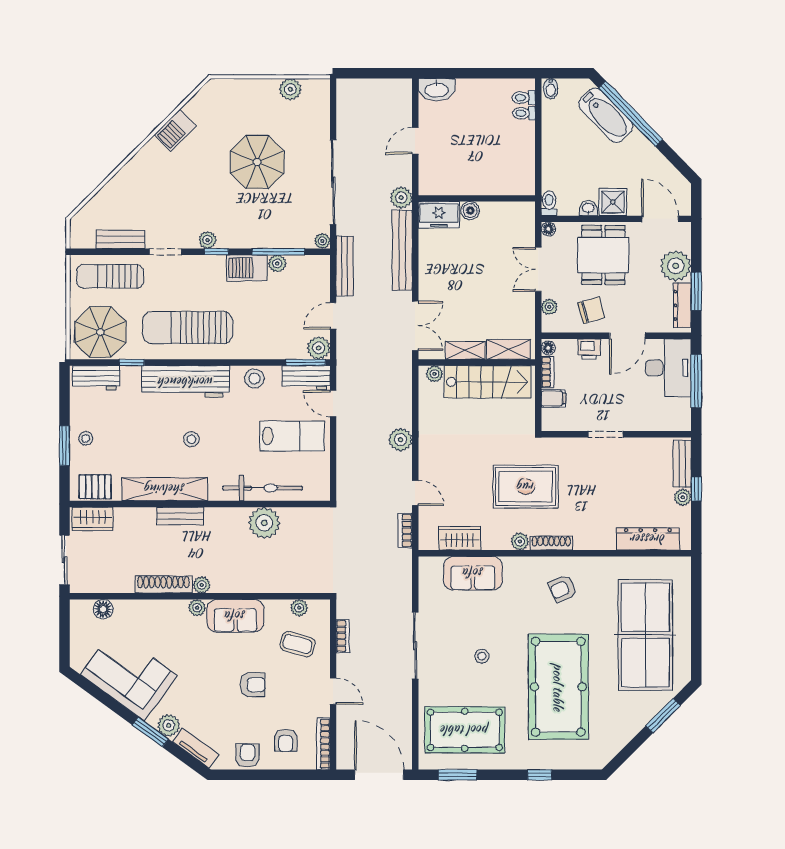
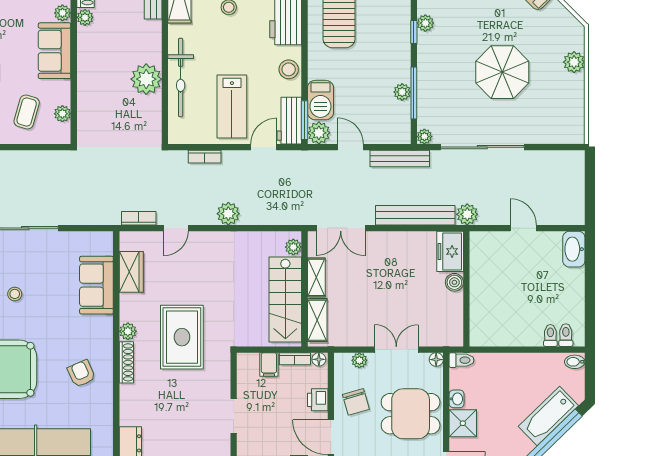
plant: (290, 89) -> (574, 62), moved
barbecue: (247, 268) -> (320, 100), moved, turned 180
bookcase: (343, 636) -> (205, 157), moved

